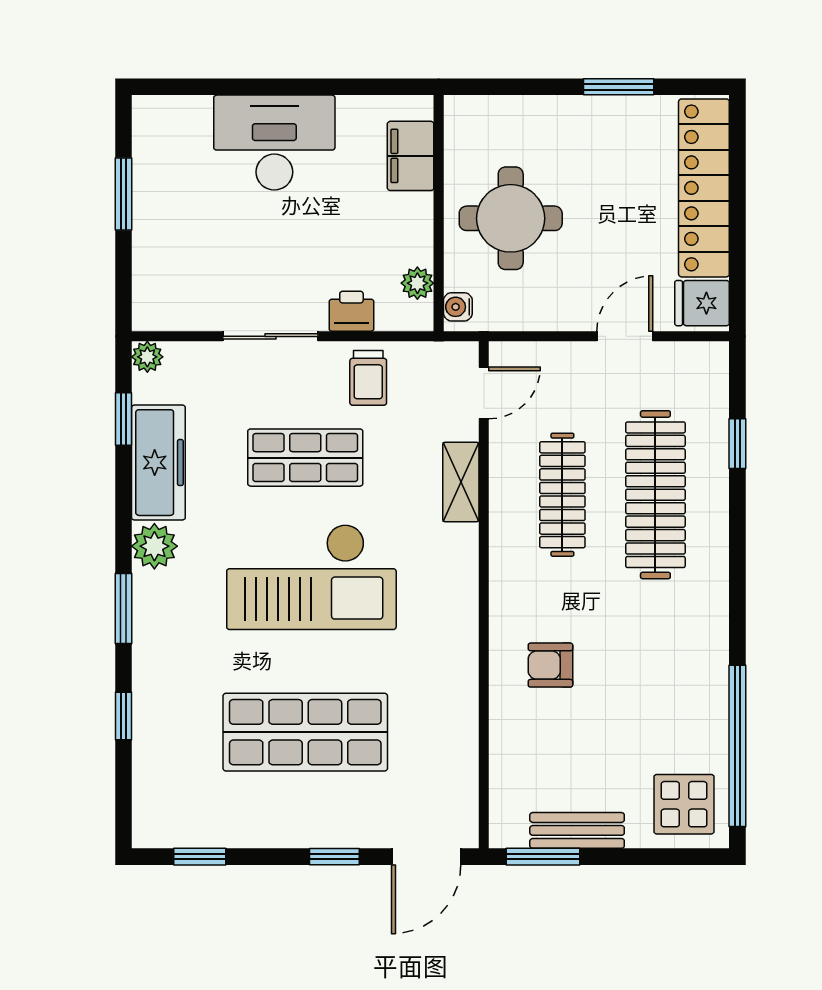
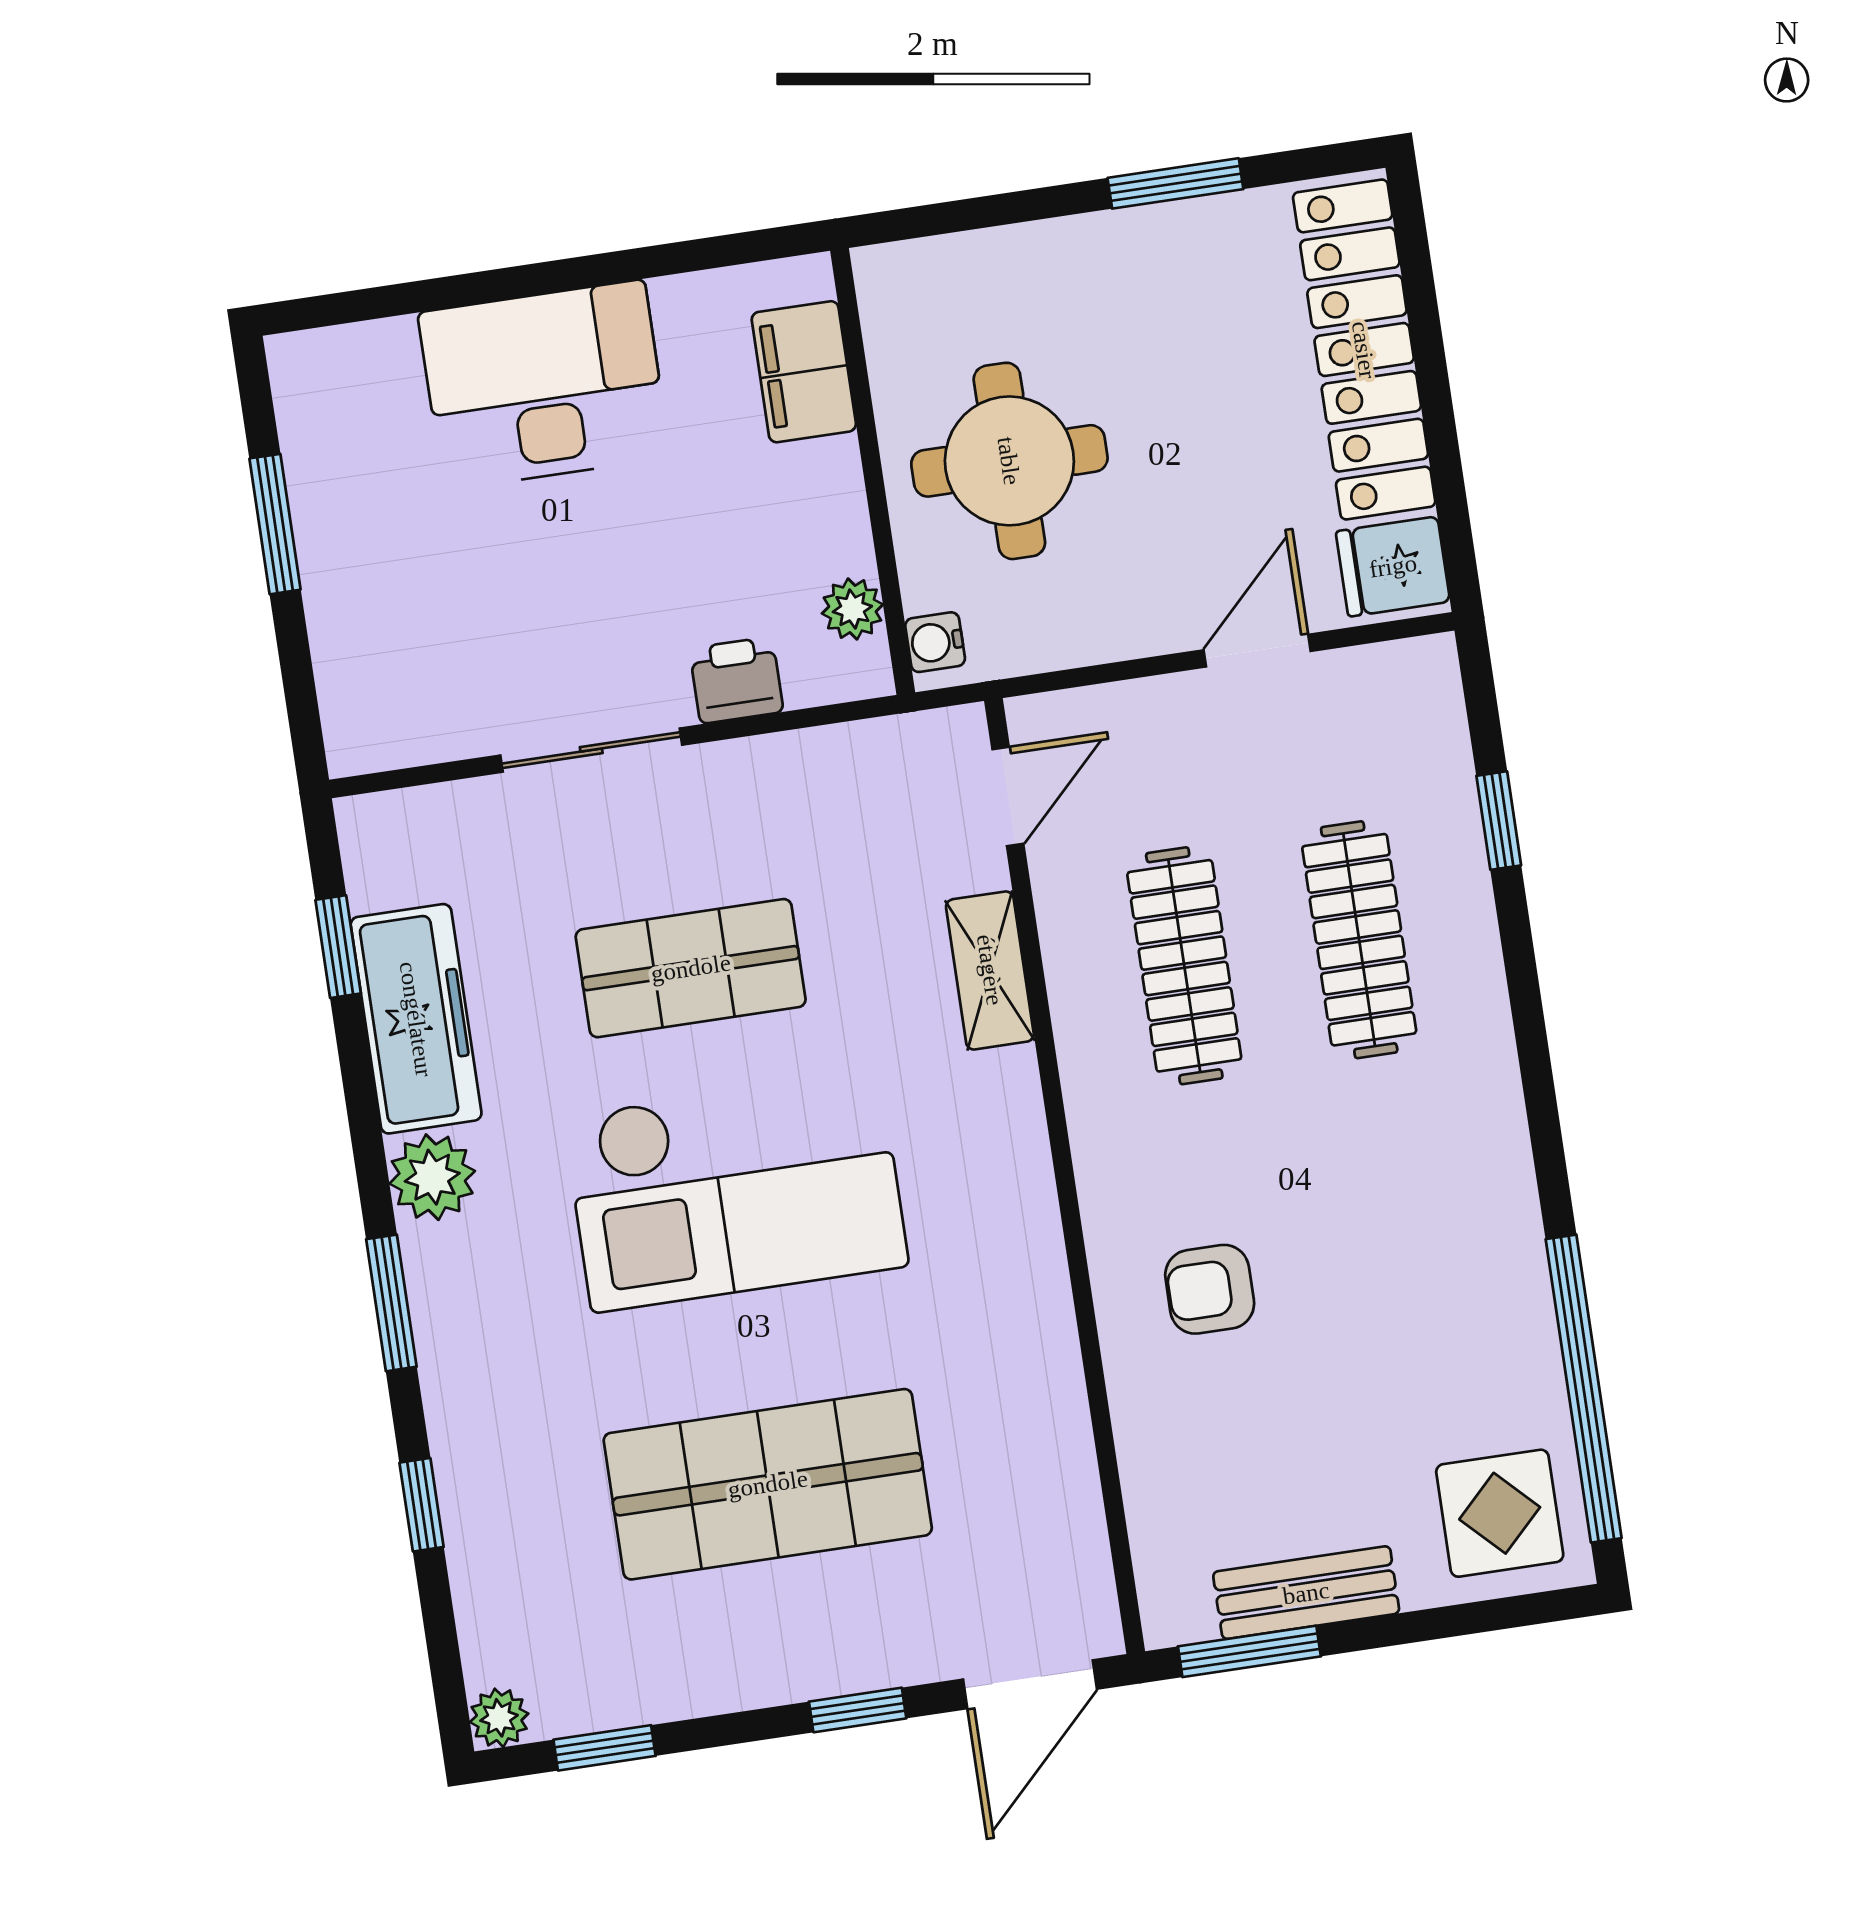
plant: (147, 357) -> (499, 1718), moved
trolley: (368, 378) -> (787, 801), removed
clothes rail: (655, 495) -> (1359, 940), width x0.73, depth x0.76

